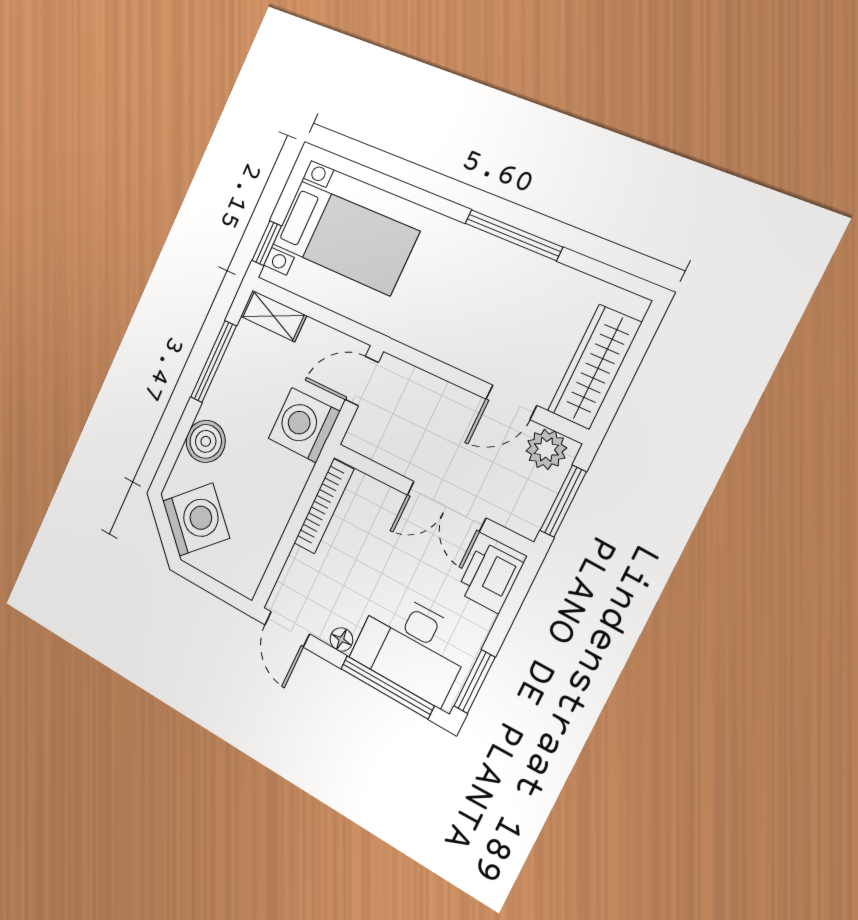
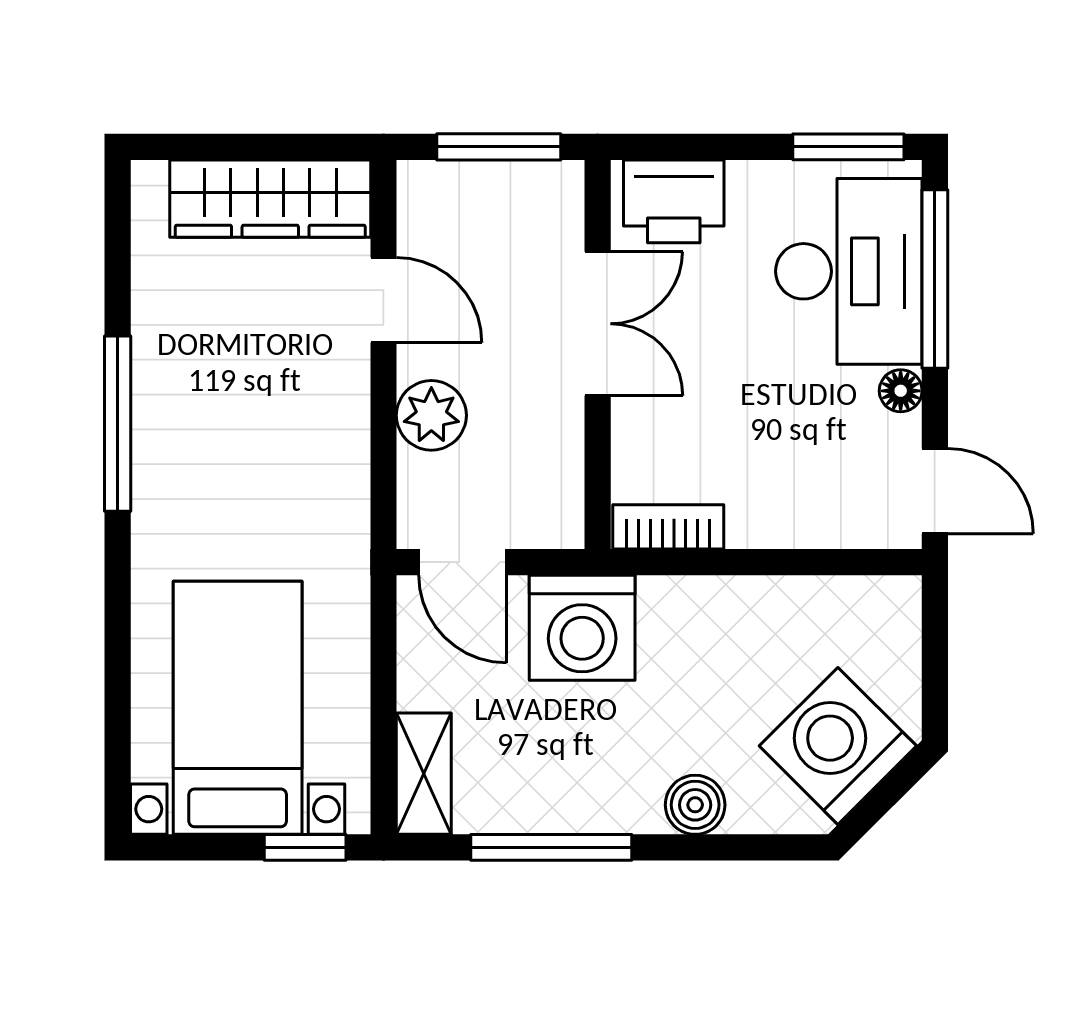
boiler: (206, 441) -> (695, 805), width x0.73, depth x0.73
plant: (546, 449) -> (431, 415), moved
bookcase: (324, 506) -> (668, 527), width x0.64
door: (287, 629) -> (935, 491), hinge flipped

